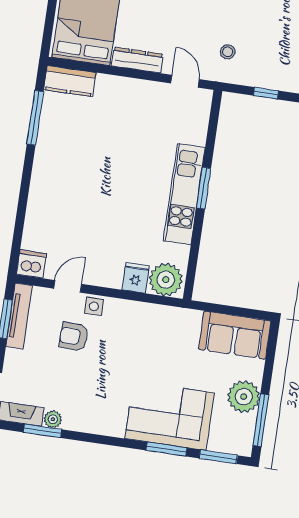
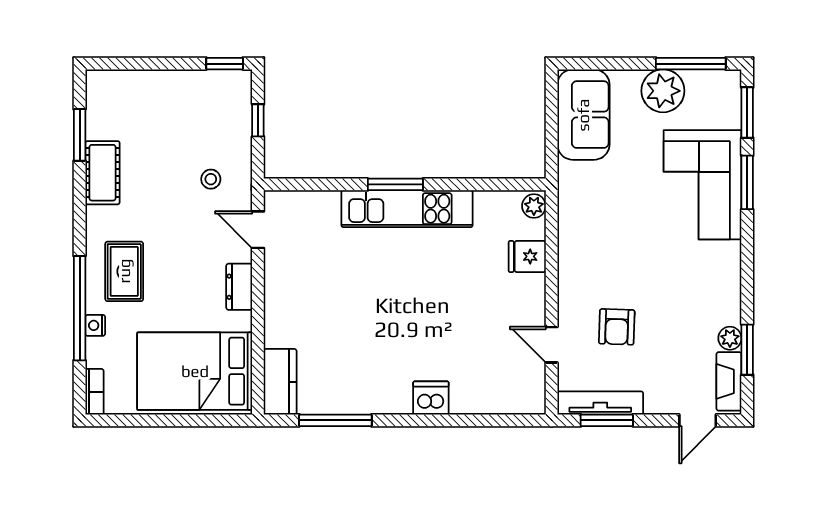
dresser: (137, 60) -> (239, 287), width x0.70
door: (185, 81) -> (258, 230), hinge flipped
dishwasher: (31, 264) -> (431, 398), moved, turned 90
plant: (166, 280) -> (534, 206), width x0.53, depth x0.53
side table: (94, 306) -> (573, 306), removed

